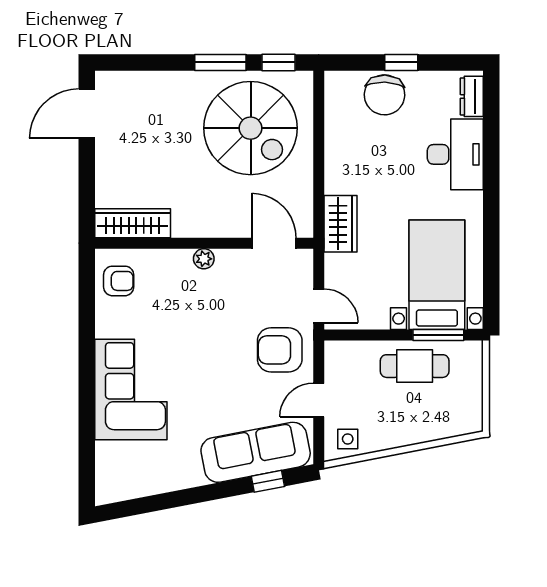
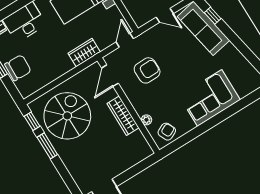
wardrobe: (133, 223) -> (123, 116), moved
plant: (204, 259) -> (146, 120), moved
armchair: (119, 281) -> (167, 132), turned 65
armchair: (280, 350) -> (147, 70), moved, turned -91

